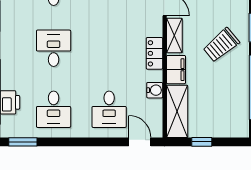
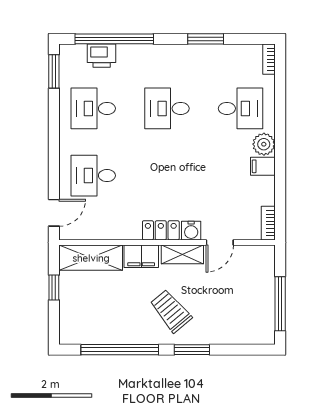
desk: (54, 48) -> (167, 108), turned 180
water cooler: (155, 90) -> (191, 231), moved

